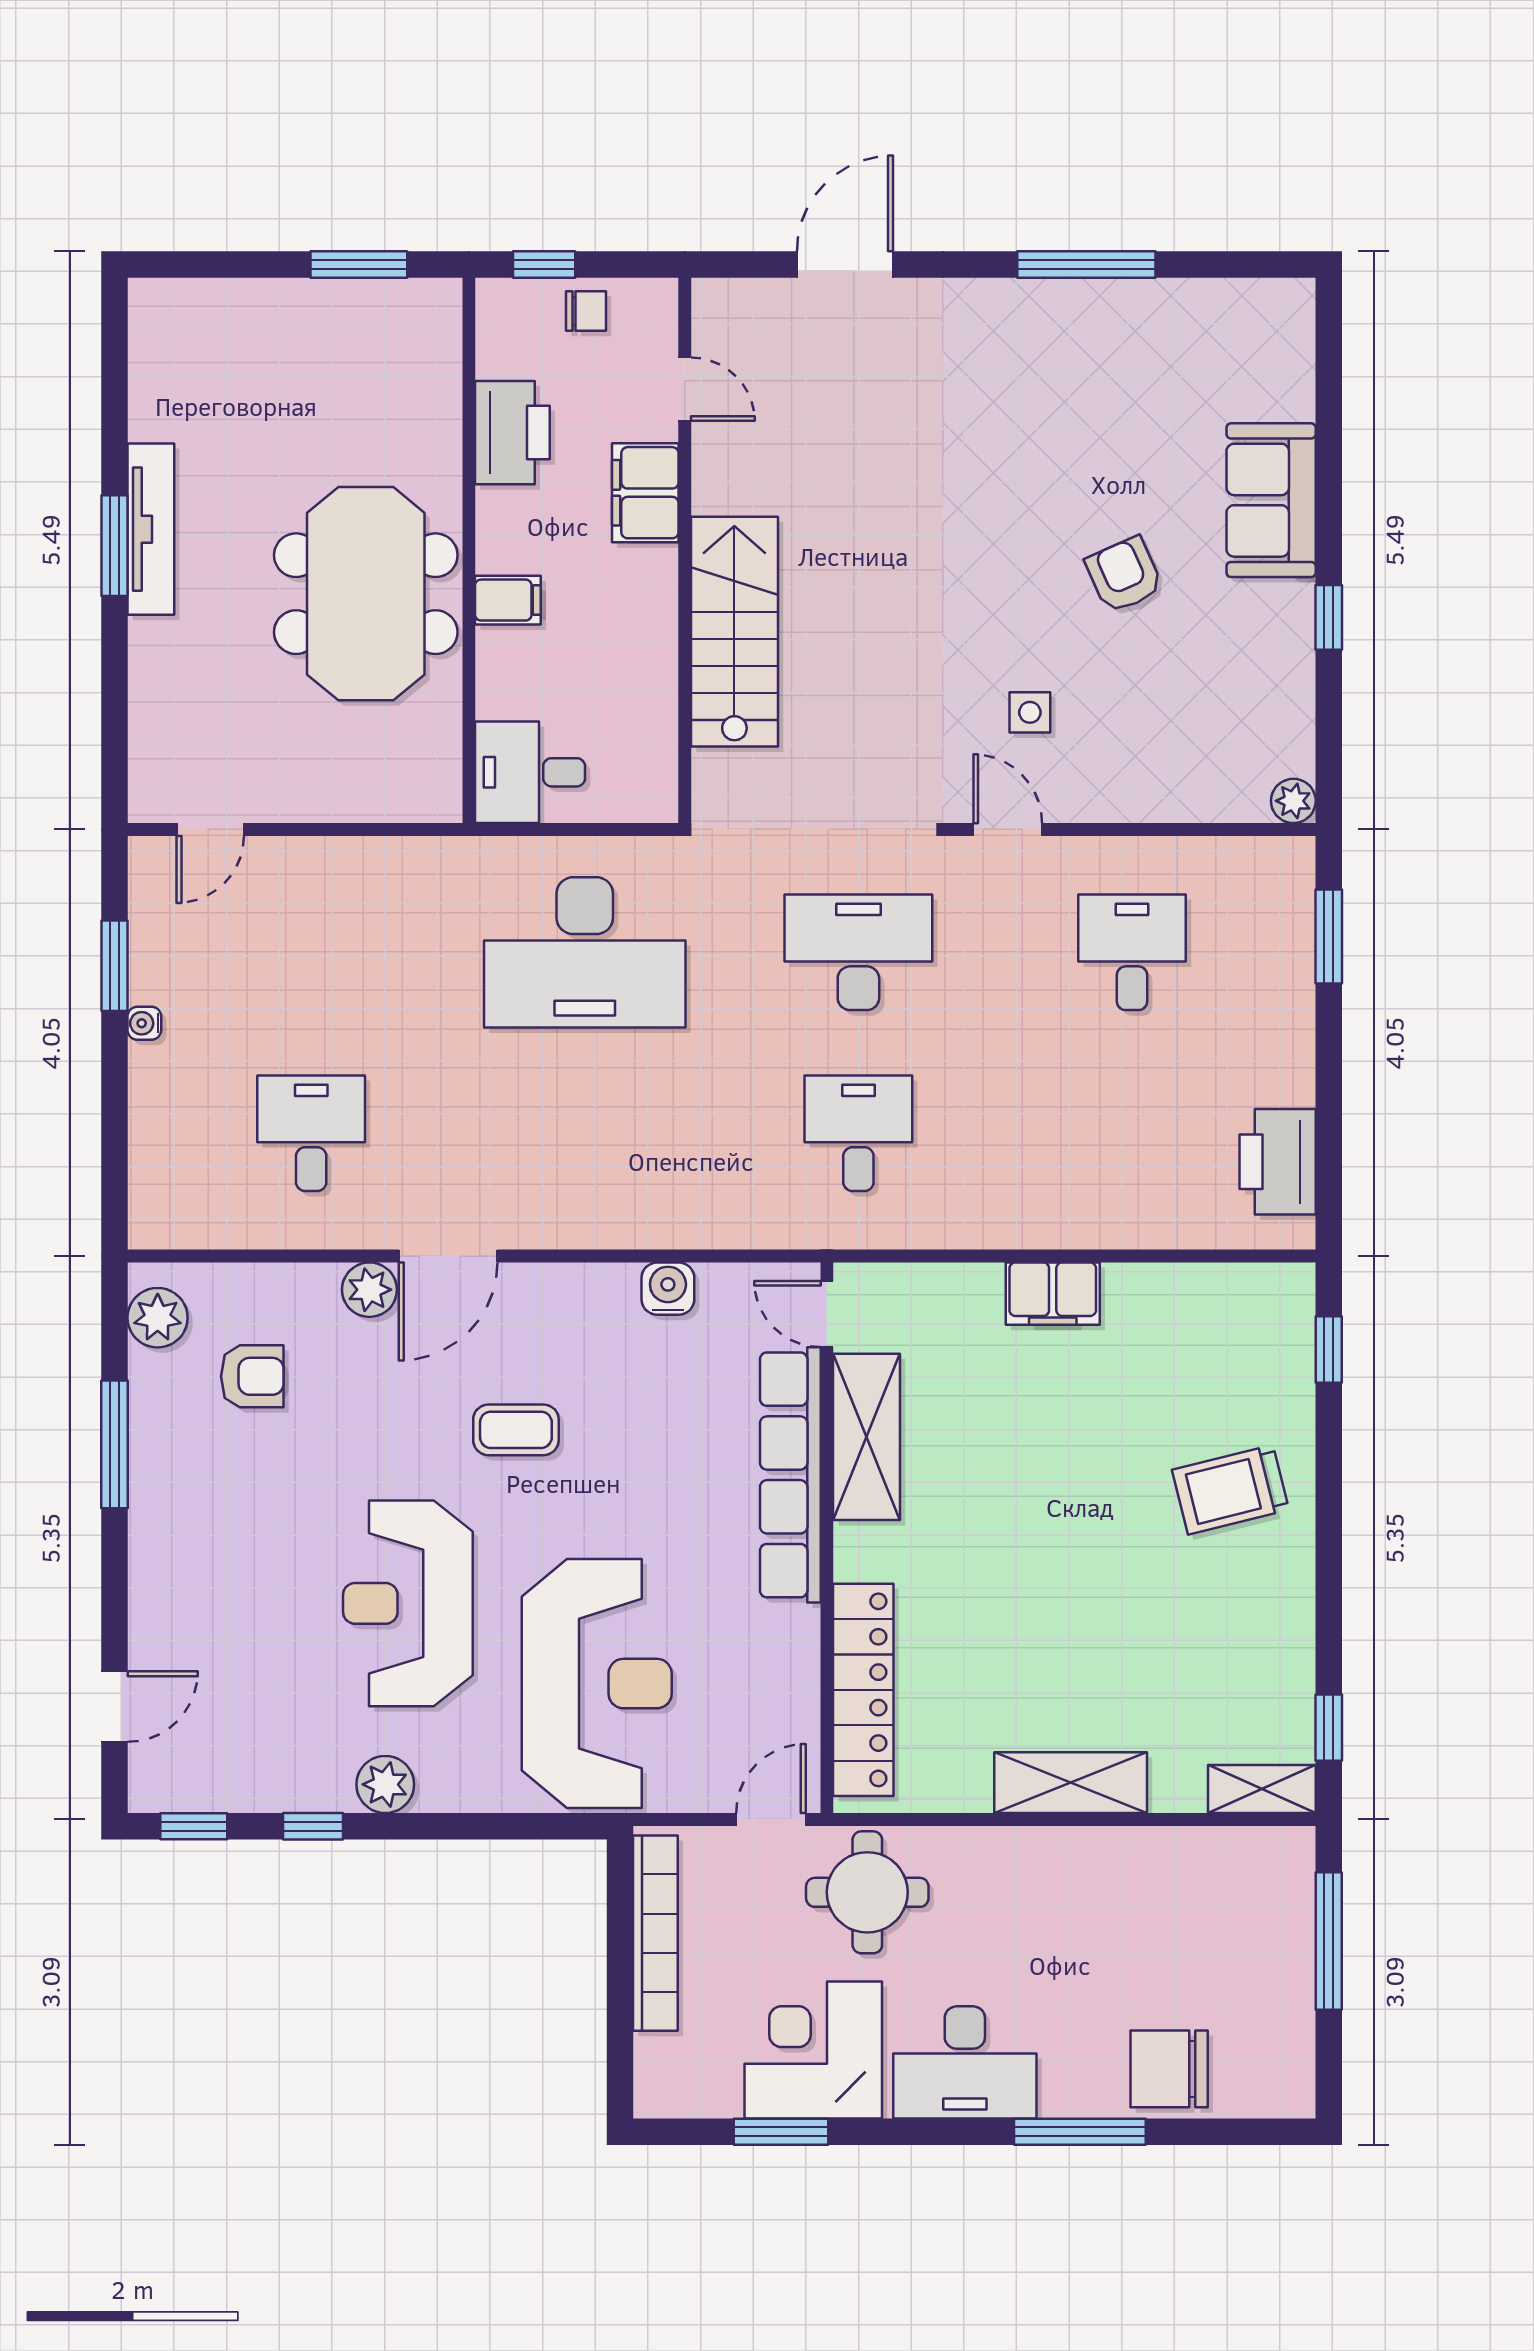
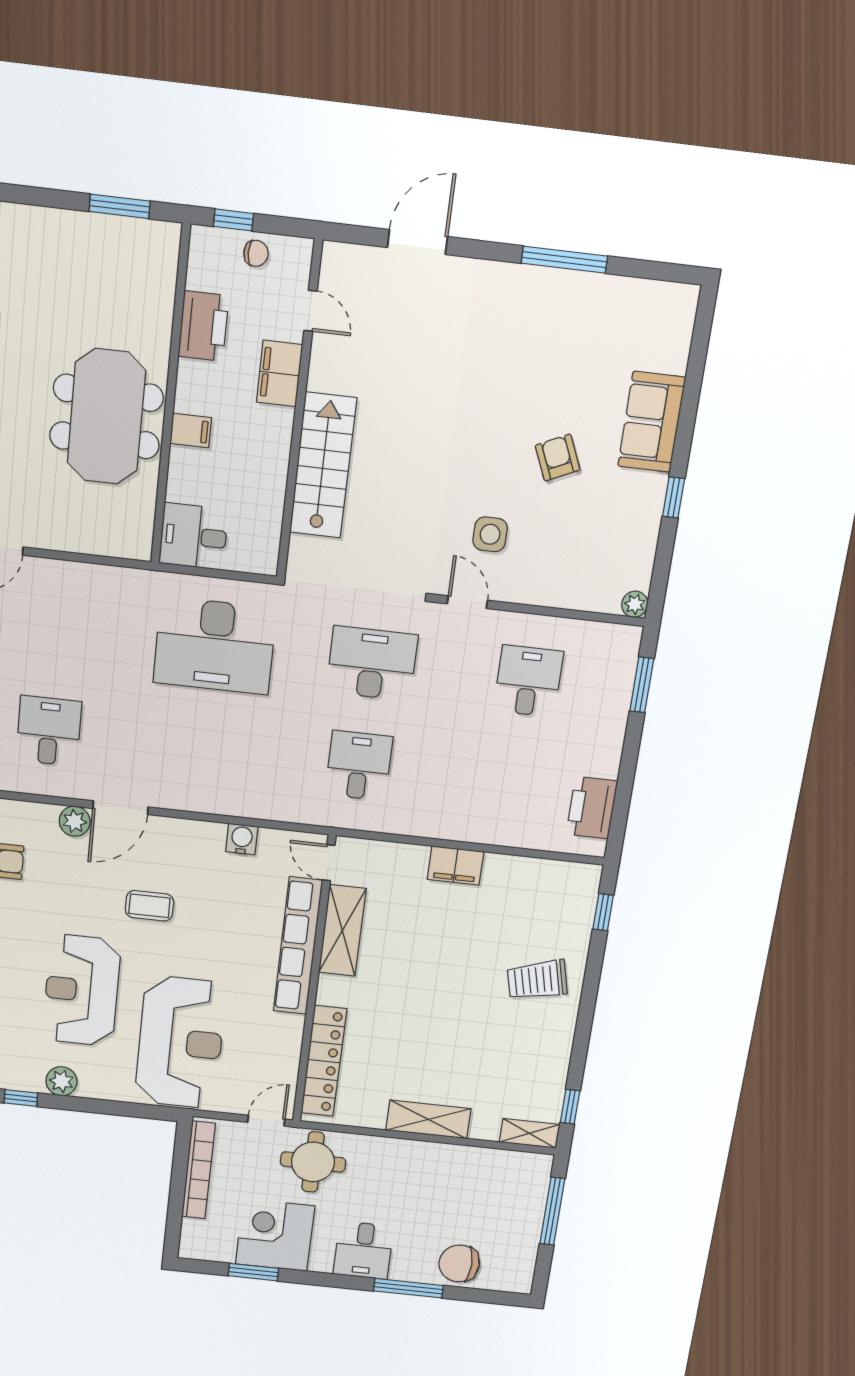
side table: (1030, 712) -> (490, 534), width x1.37, depth x1.37
desk: (965, 2062) -> (363, 1250), width x0.73

